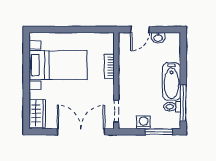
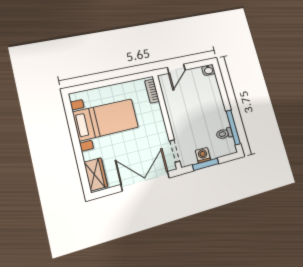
washbasin: (158, 38) -> (208, 70), moved
bookcase: (109, 66) -> (152, 91), moved
bathtub: (171, 81) -> (217, 110), removed
window: (159, 132) -> (206, 164), moved

